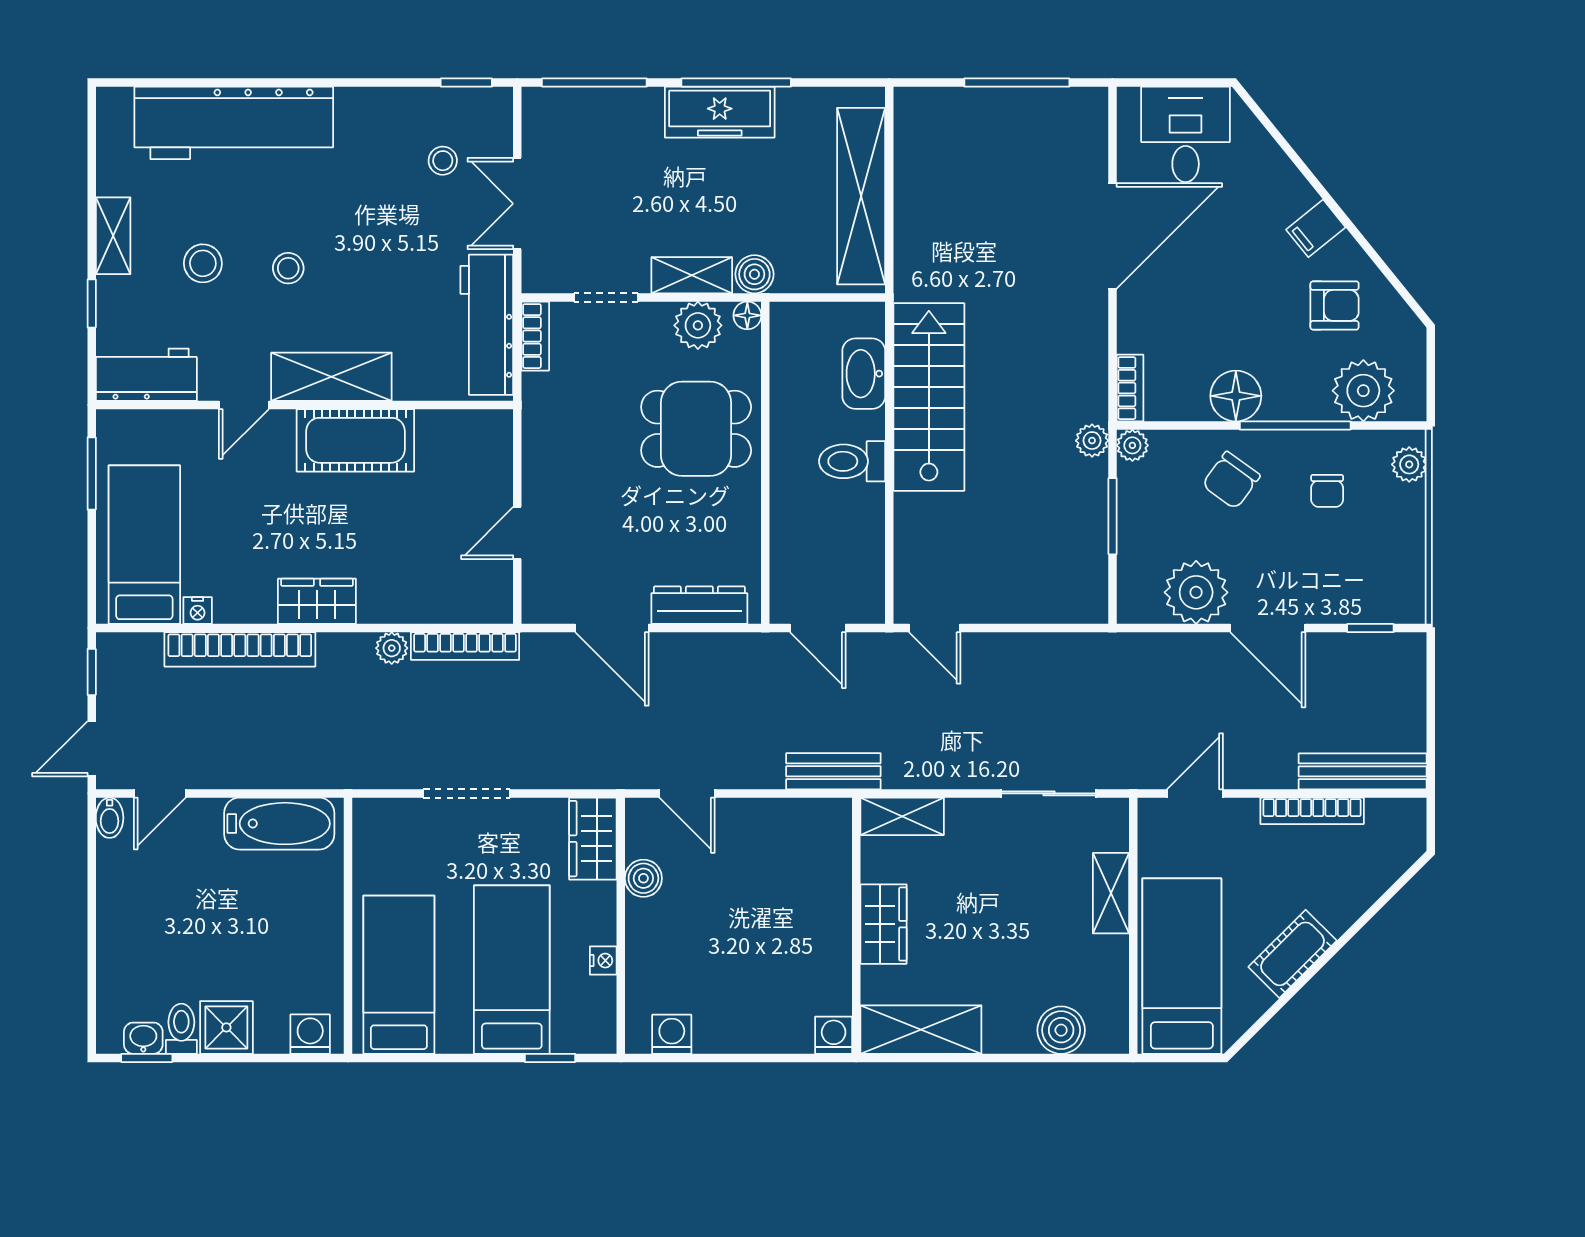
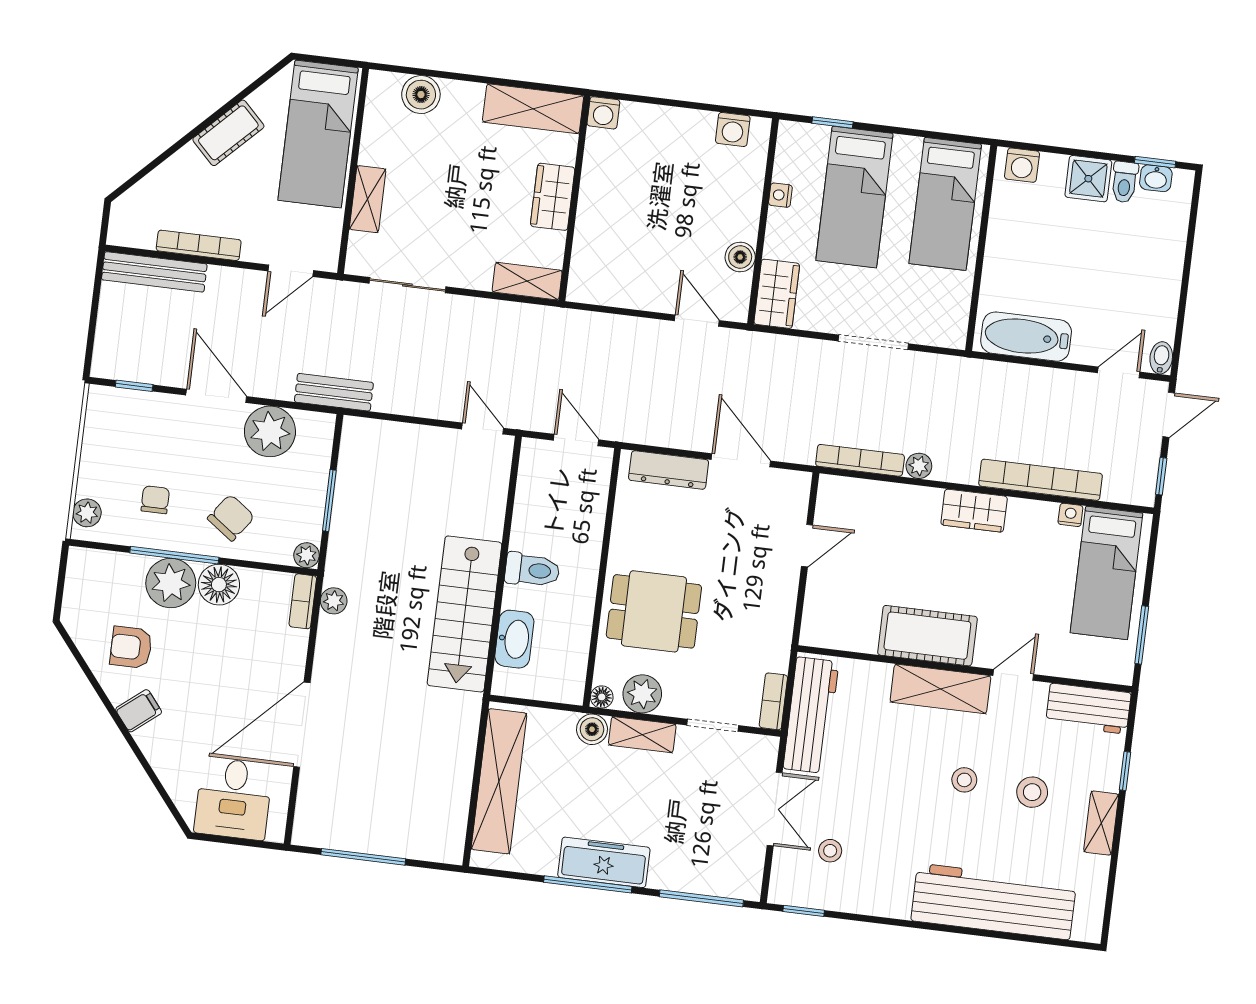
plant: (1363, 391) -> (171, 583), moved
plant: (1092, 441) -> (334, 601), moved
bench: (833, 771) -> (334, 392), moved

